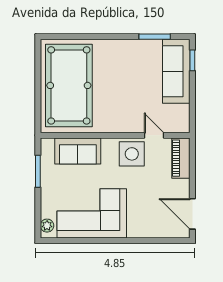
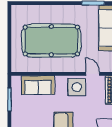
pool table: (69, 85) -> (51, 41), moved, turned 90

